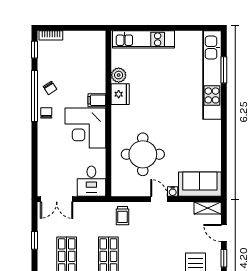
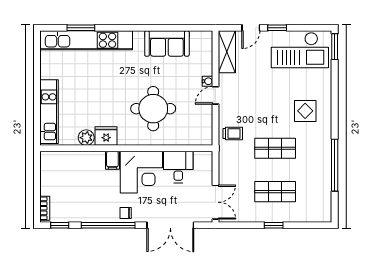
chair: (50, 88) -> (100, 209), removed
round table: (143, 154) -> (153, 109), moved
double door: (34, 156) -> (170, 225), added
desk: (91, 181) -> (178, 167), moved, turned -90
sofa: (200, 184) -> (167, 43), moved, turned -90
shelving: (208, 208) -> (227, 52), width x1.50, depth x1.33
window: (34, 240) -> (274, 225), moved

